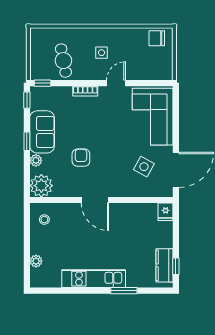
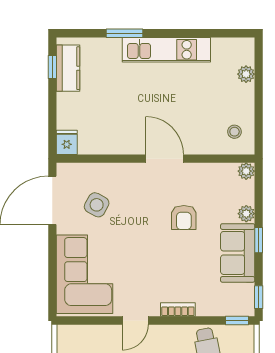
plant: (41, 186) -> (246, 171), width x0.53, depth x0.53

